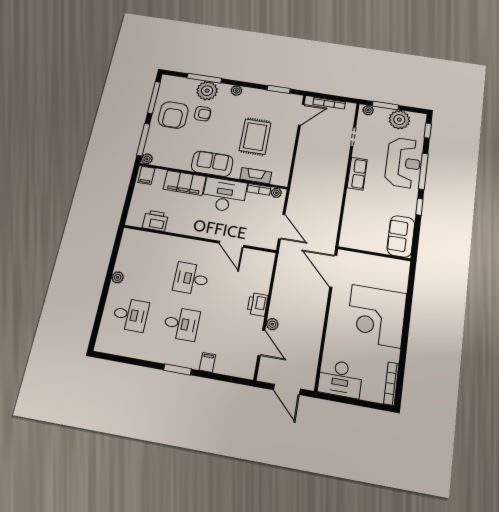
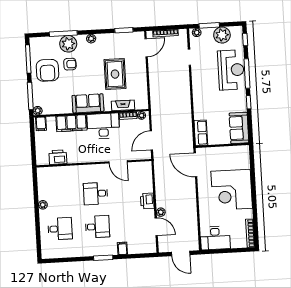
row of seats: (357, 174) -> (201, 133), moved
door: (282, 227) -> (151, 140), swing flipped

